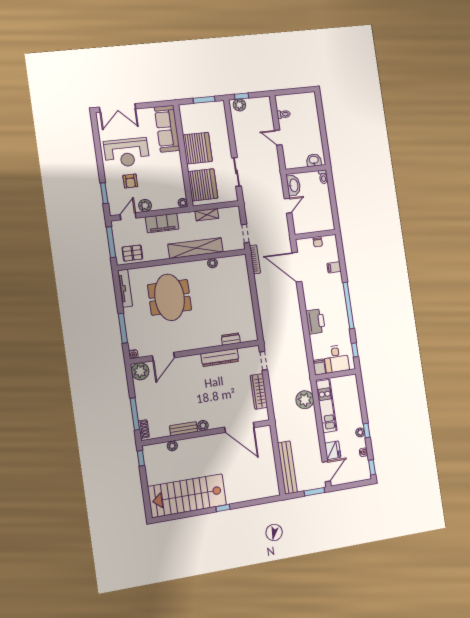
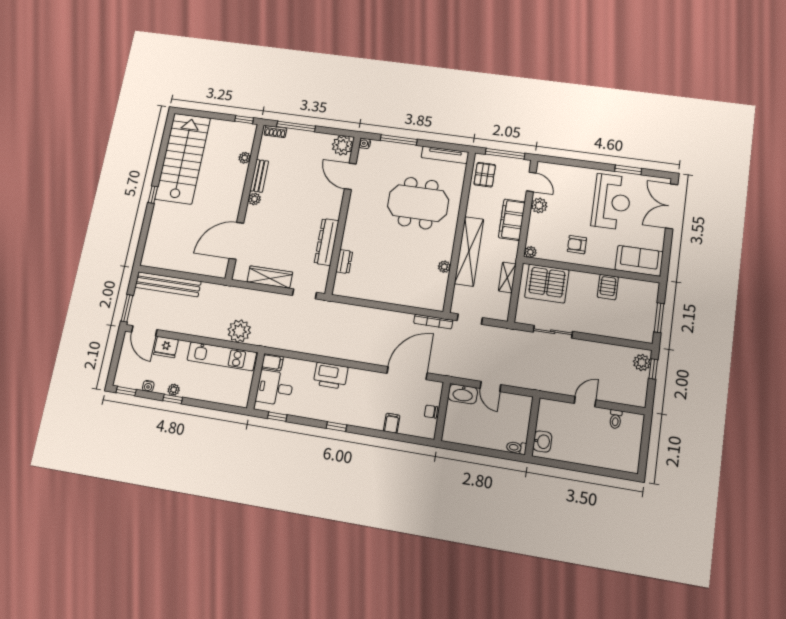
sofa: (167, 129) -> (639, 261), width x0.73
server rack: (197, 148) -> (608, 287), width x0.46, depth x0.70
reception desk: (127, 153) -> (612, 202), turned 180
armchair: (130, 181) -> (577, 245), moved
washbasin: (294, 185) -> (463, 394), moved
window: (104, 193) -> (628, 170), moved
window: (348, 305) -> (336, 427), width x0.32

